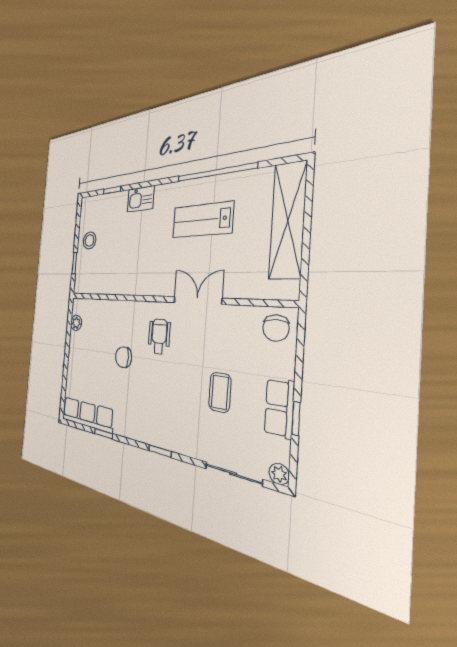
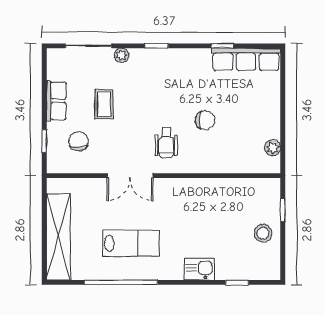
chair: (276, 328) -> (78, 141), moved
window: (296, 418) -> (44, 141), moved
plant: (279, 474) -> (122, 55), moved

